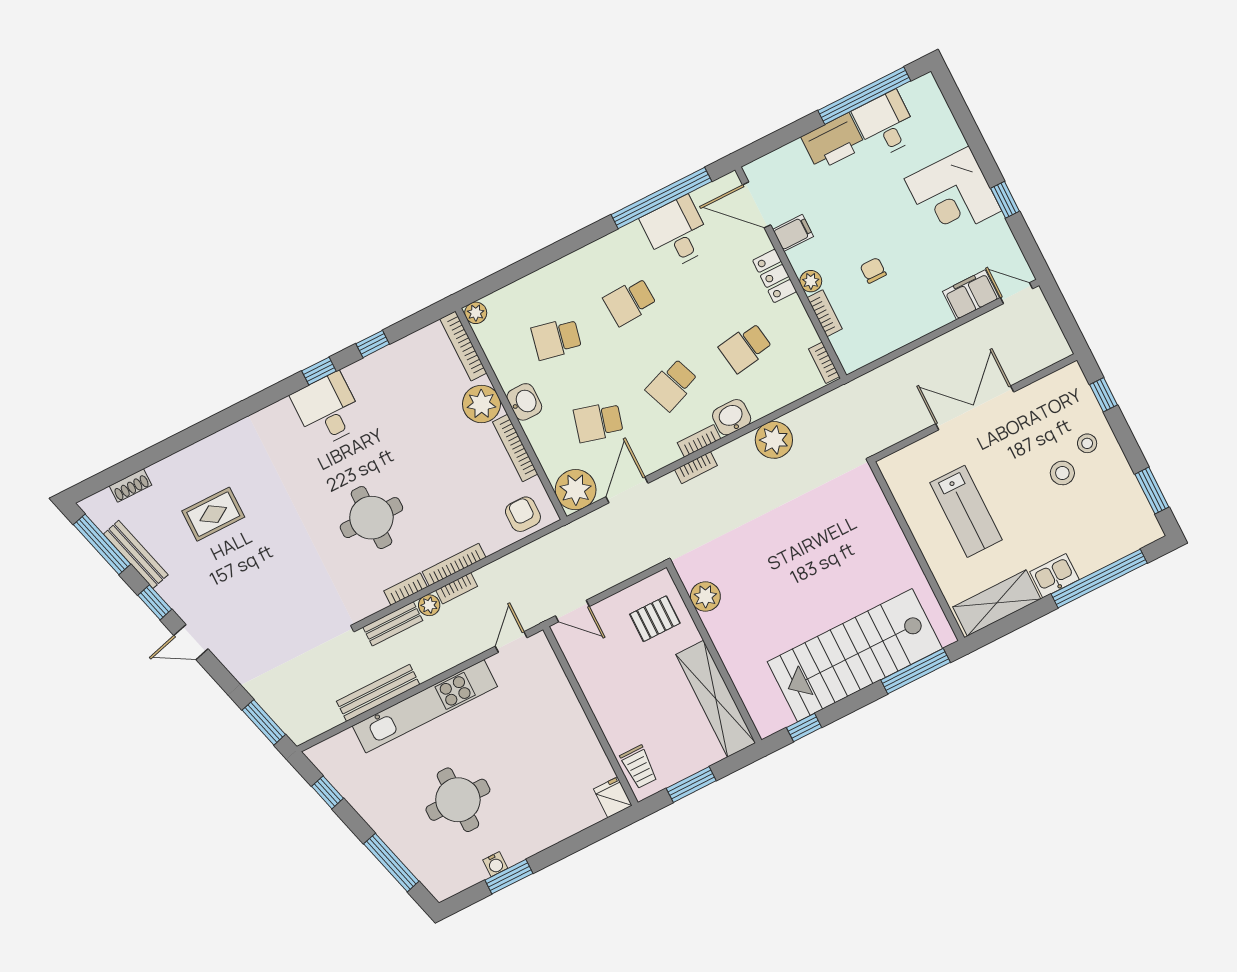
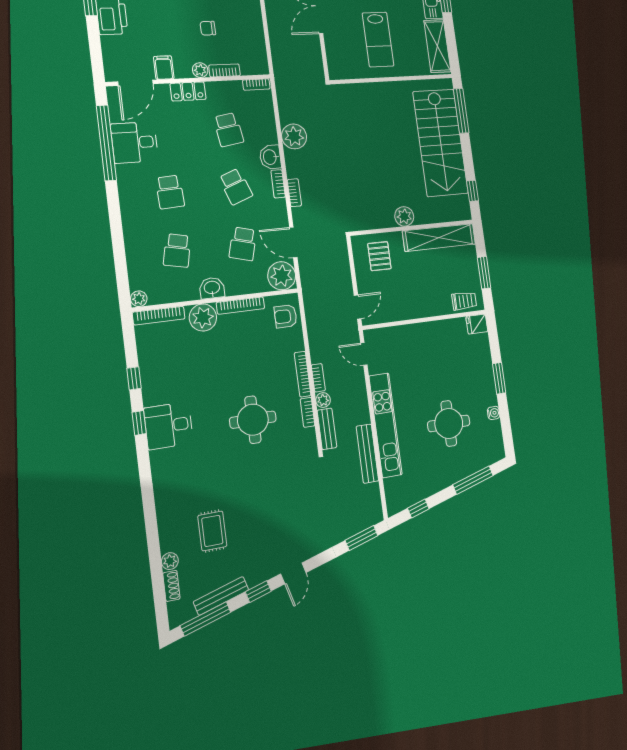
plant: (160, 472) -> (170, 561), added
lab bench: (966, 511) -> (378, 40), turned 90
plant: (705, 597) -> (404, 216), moved
window: (509, 877) -> (499, 378), moved

